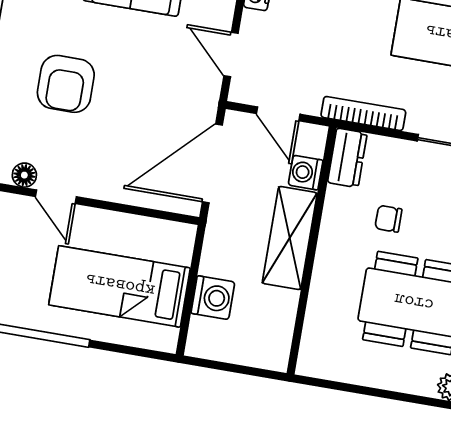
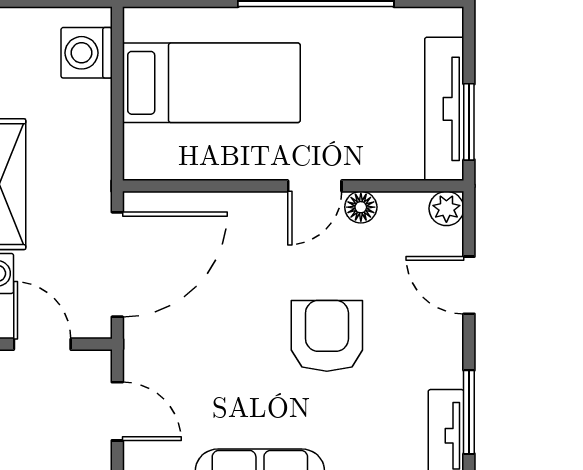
door: (56, 197) -> (315, 186), swing flipped
washing machine: (213, 298) -> (87, 53), moved

